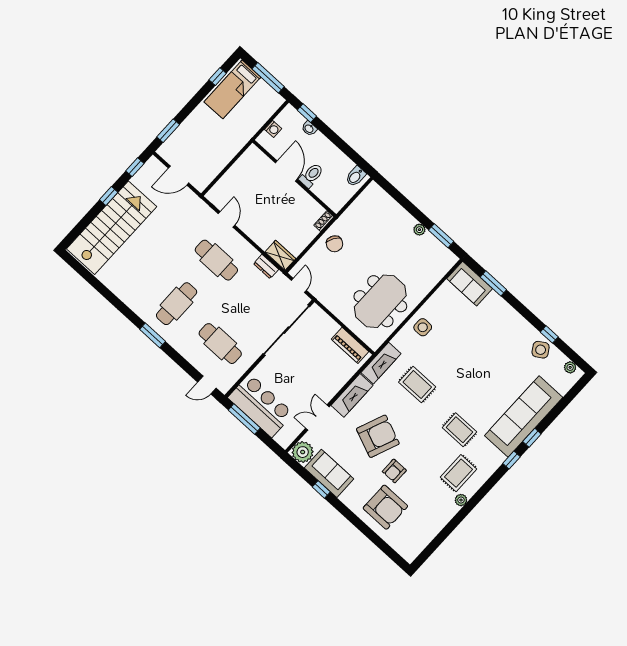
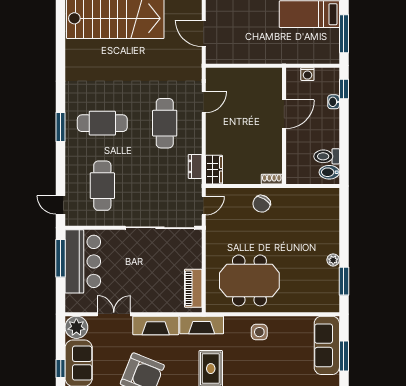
toilet: (311, 175) -> (327, 156), moved, turned 180
sofa: (470, 284) -> (327, 345), width x1.36

